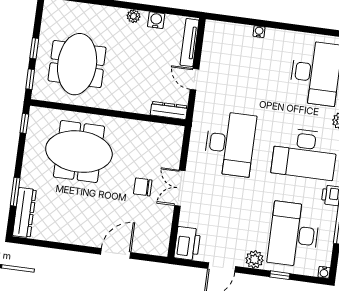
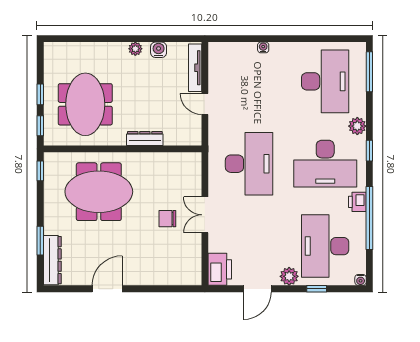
dresser: (169, 110) -> (145, 139), moved
door: (116, 253) -> (107, 289), moved

